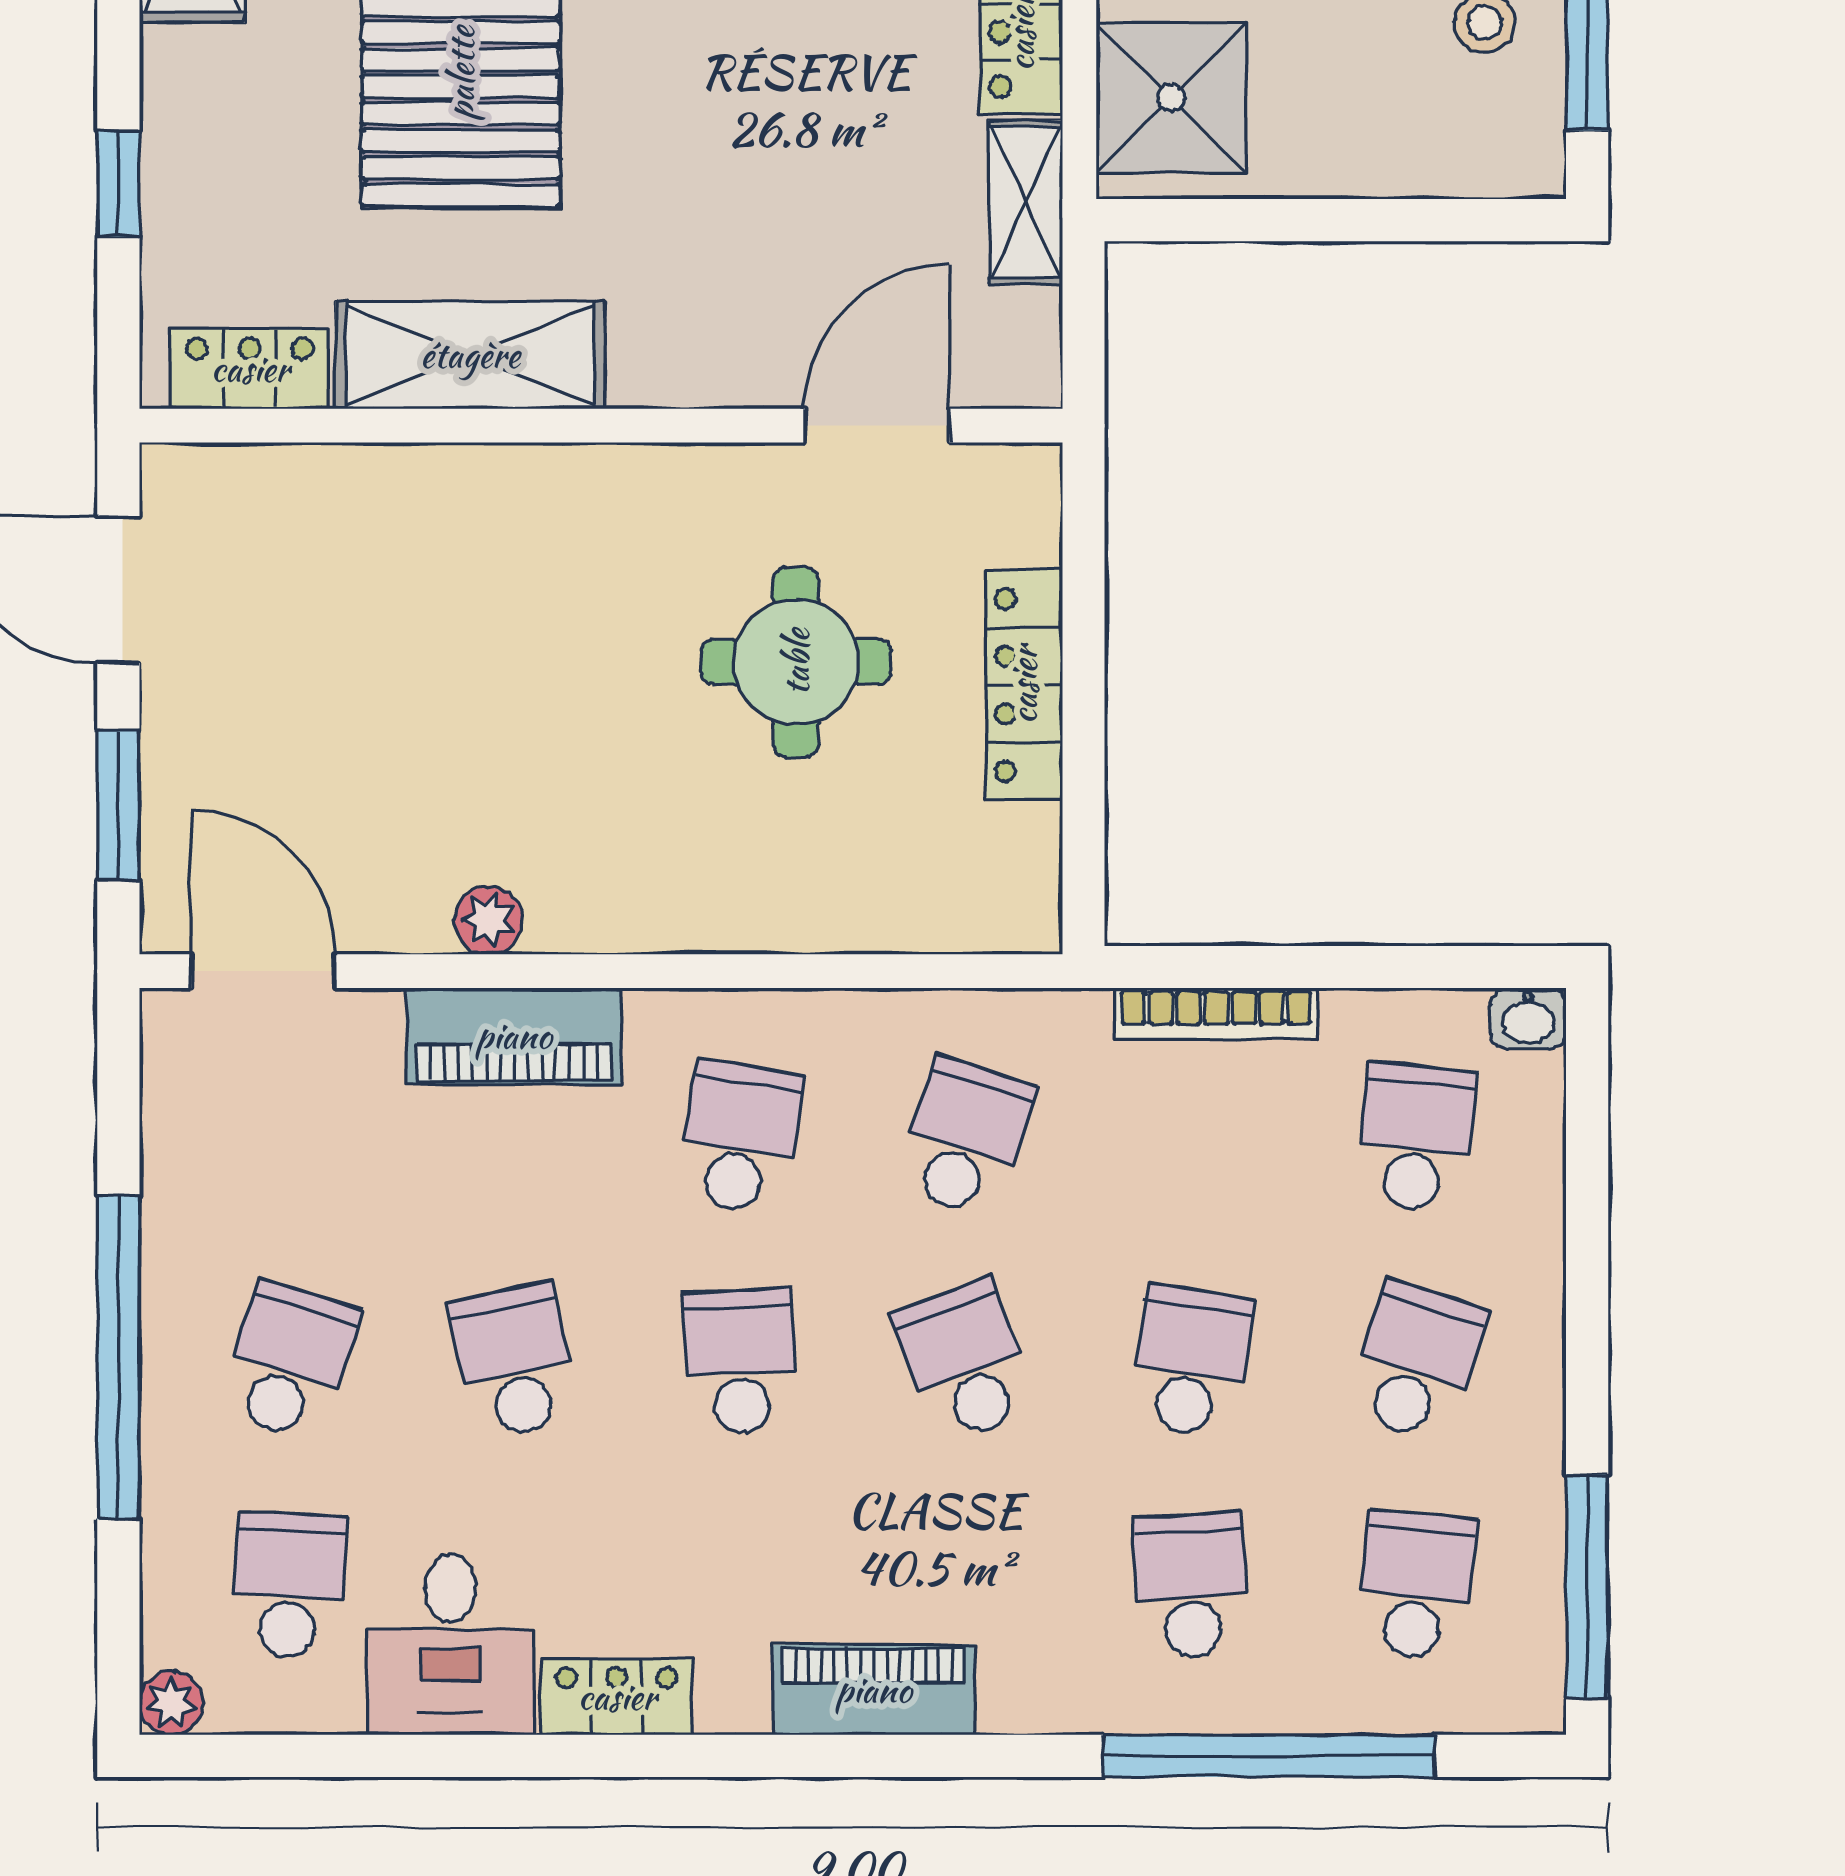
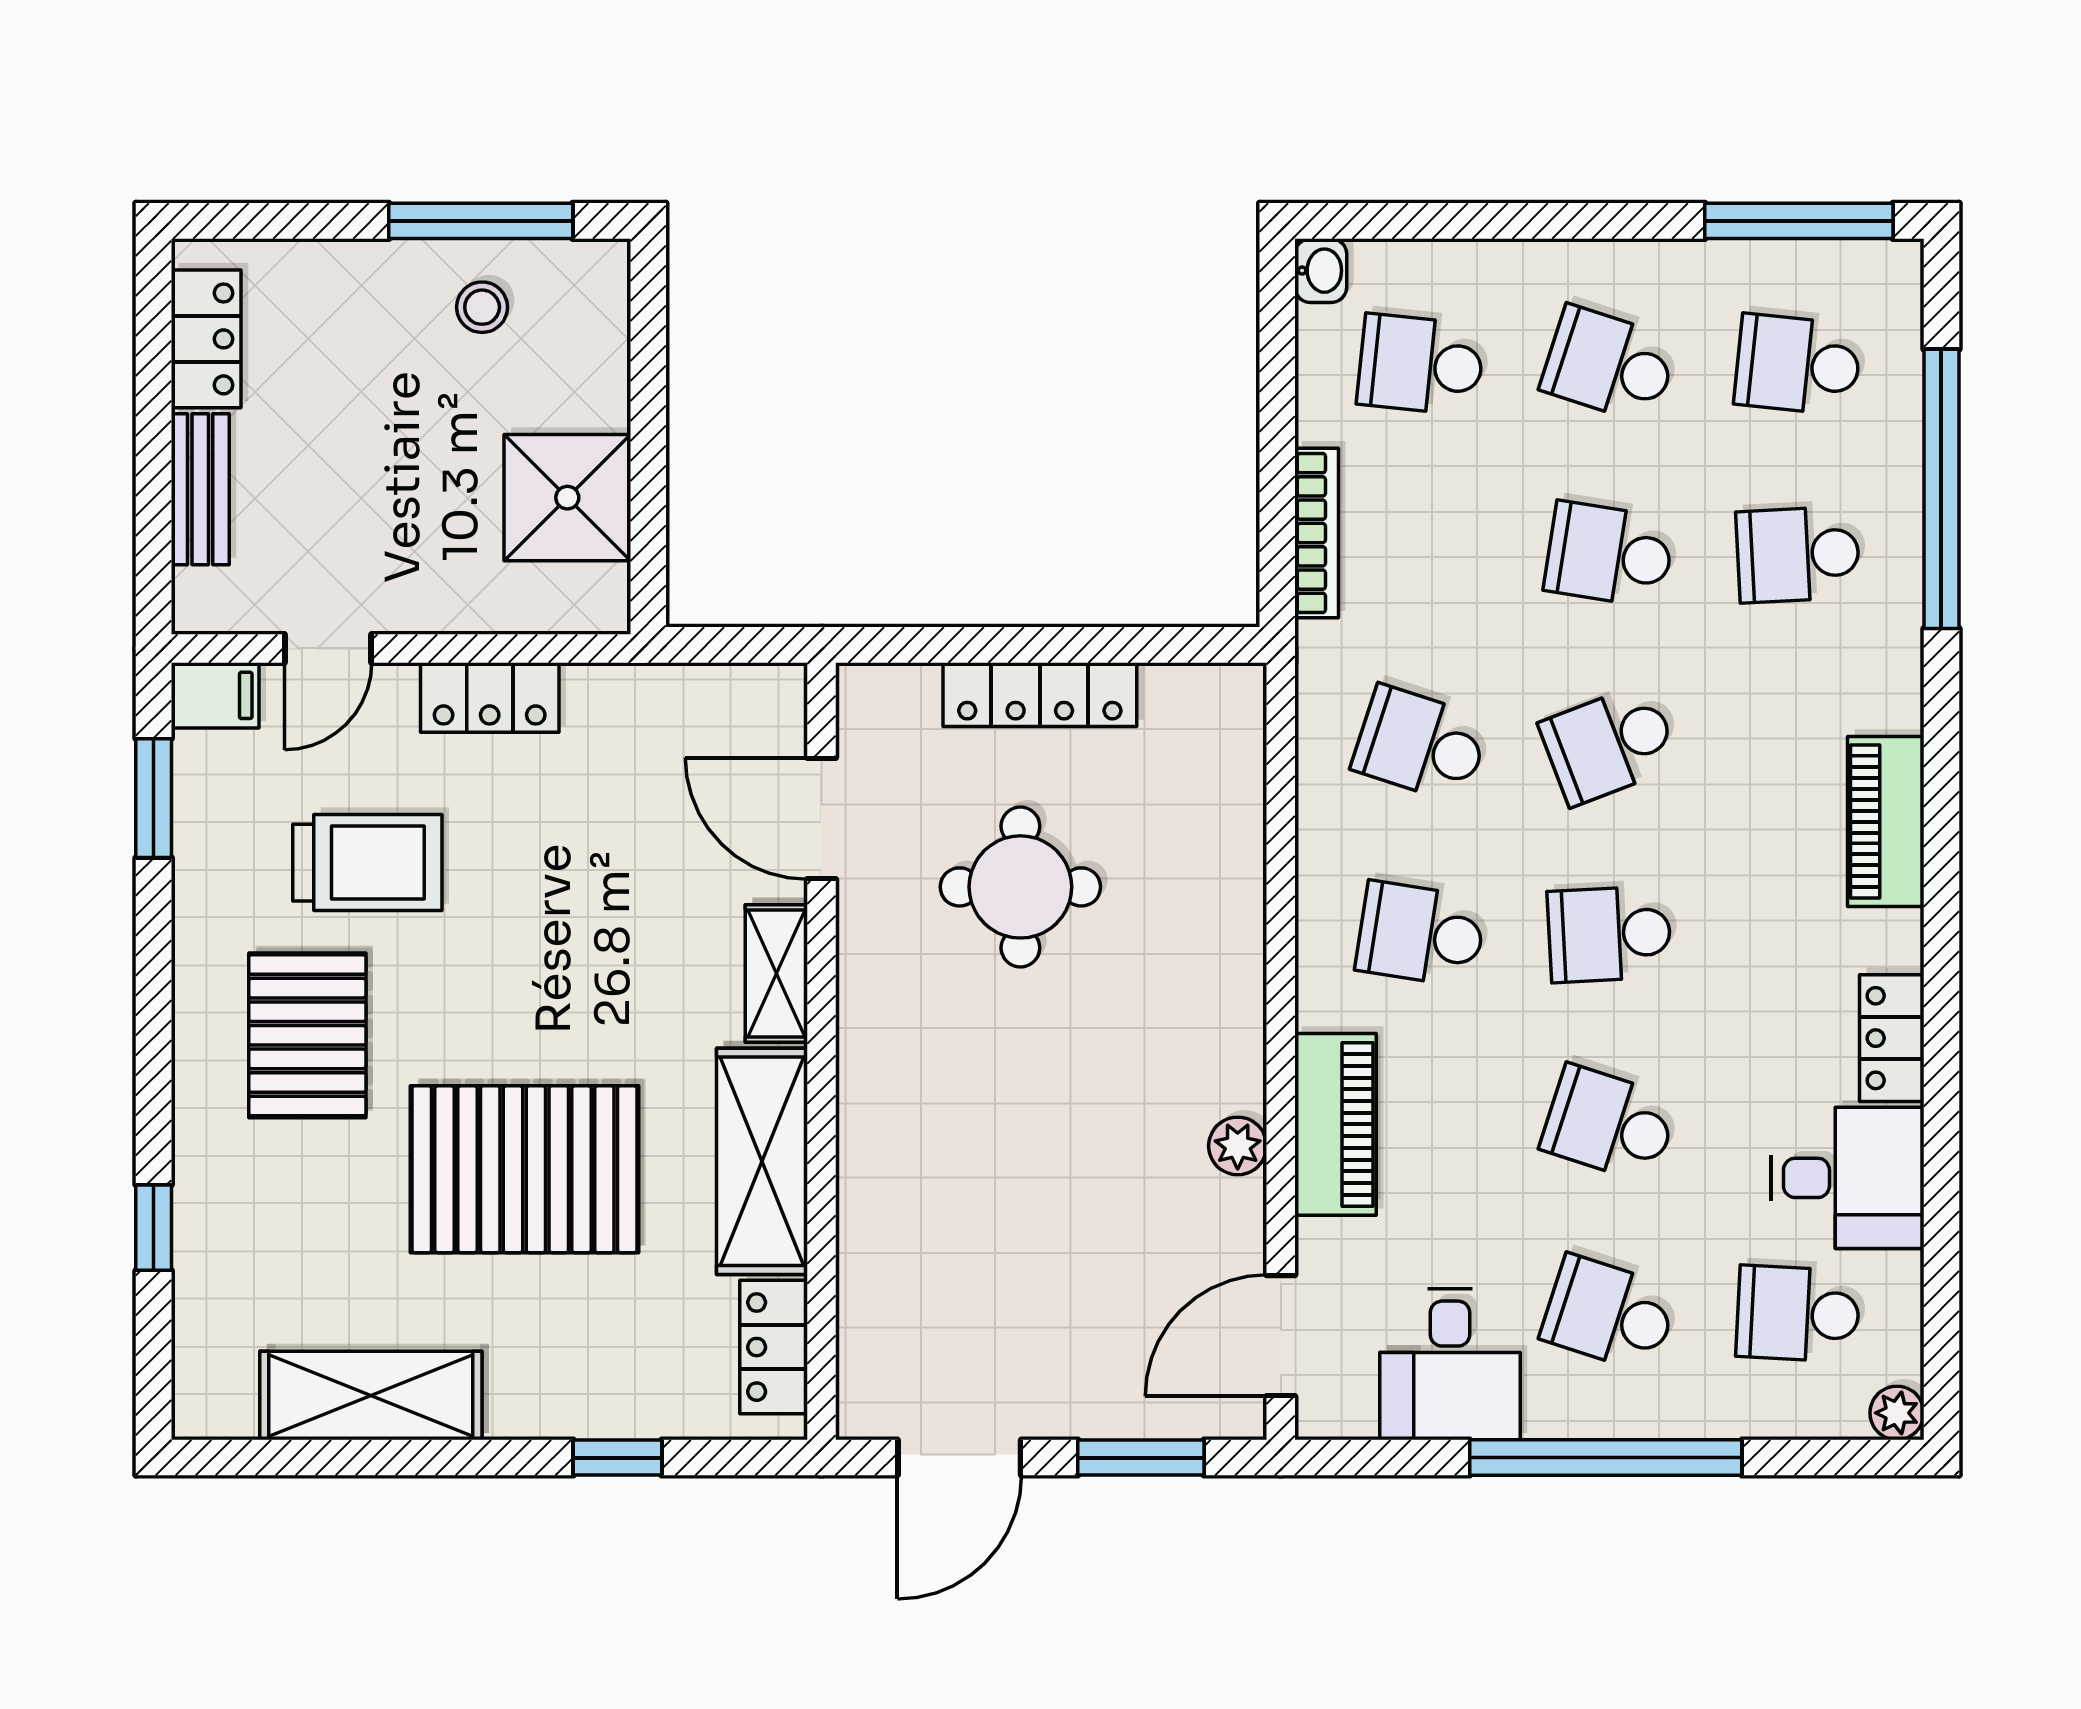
shower: (1171, 98) -> (567, 498), moved
shelving: (1026, 202) -> (776, 974), moved, turned 90
desk: (229, 1172) -> (1450, 1364), added
school desk: (515, 1361) -> (1609, 1124), turned 30

